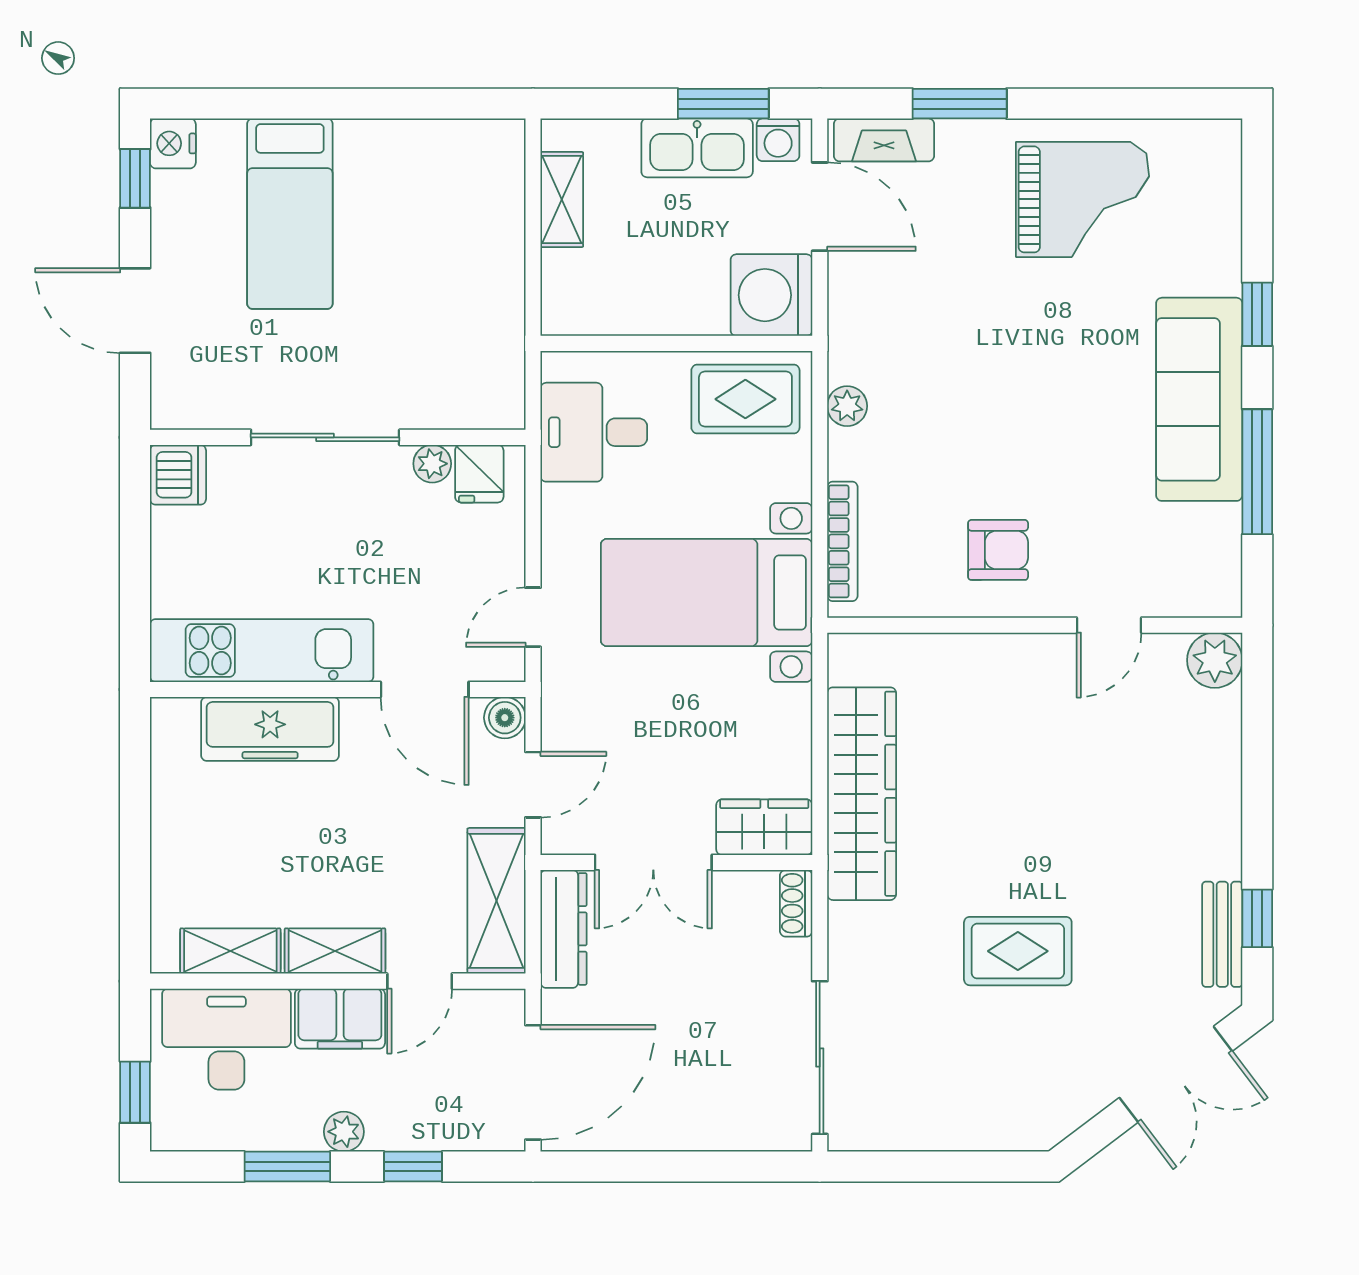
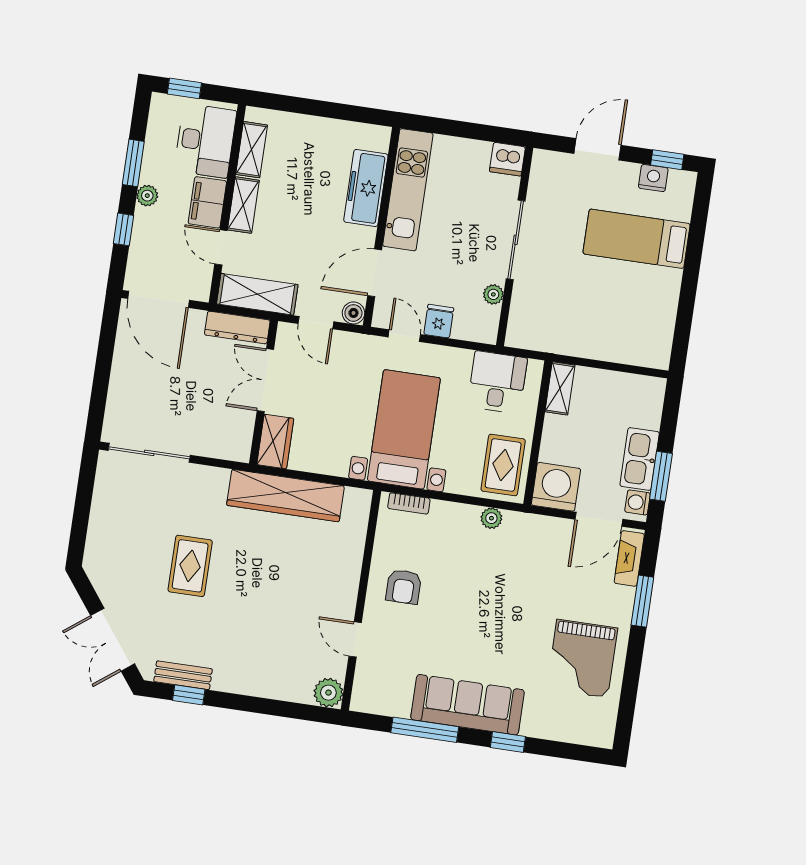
nightstand: (173, 143) -> (653, 178), moved
shelving: (562, 200) -> (560, 388), moved, turned 90
fridge: (479, 474) -> (439, 321), moved, turned 90
bookcase: (842, 541) -> (409, 503), width x0.64
shoe rack: (796, 903) -> (233, 452), removed

